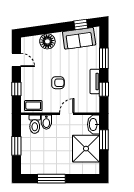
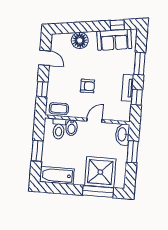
shower: (86, 149) -> (100, 172), moved
bathtub: (36, 167) -> (57, 175), added
window: (51, 179) -> (98, 191), moved

